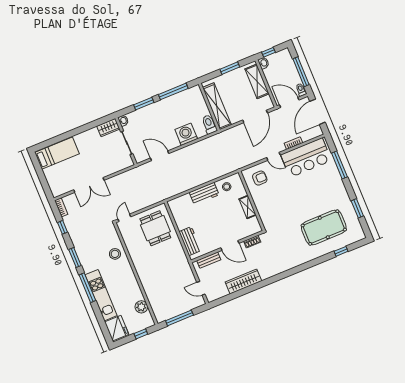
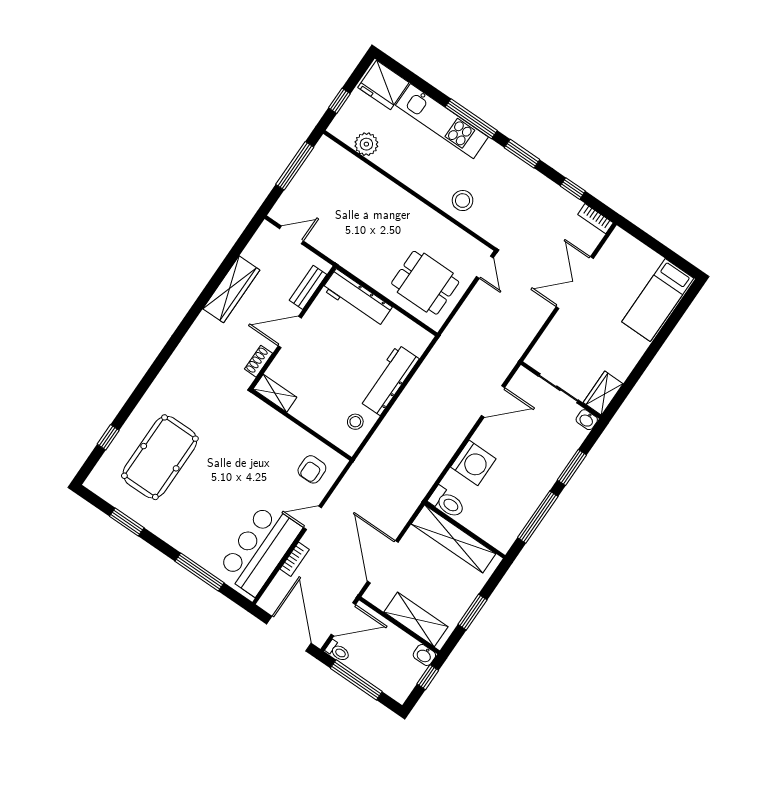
workbench: (204, 194) -> (389, 380), width x1.38
shelving: (248, 207) -> (275, 393), moved
workbench: (190, 241) -> (357, 298), width x1.38

